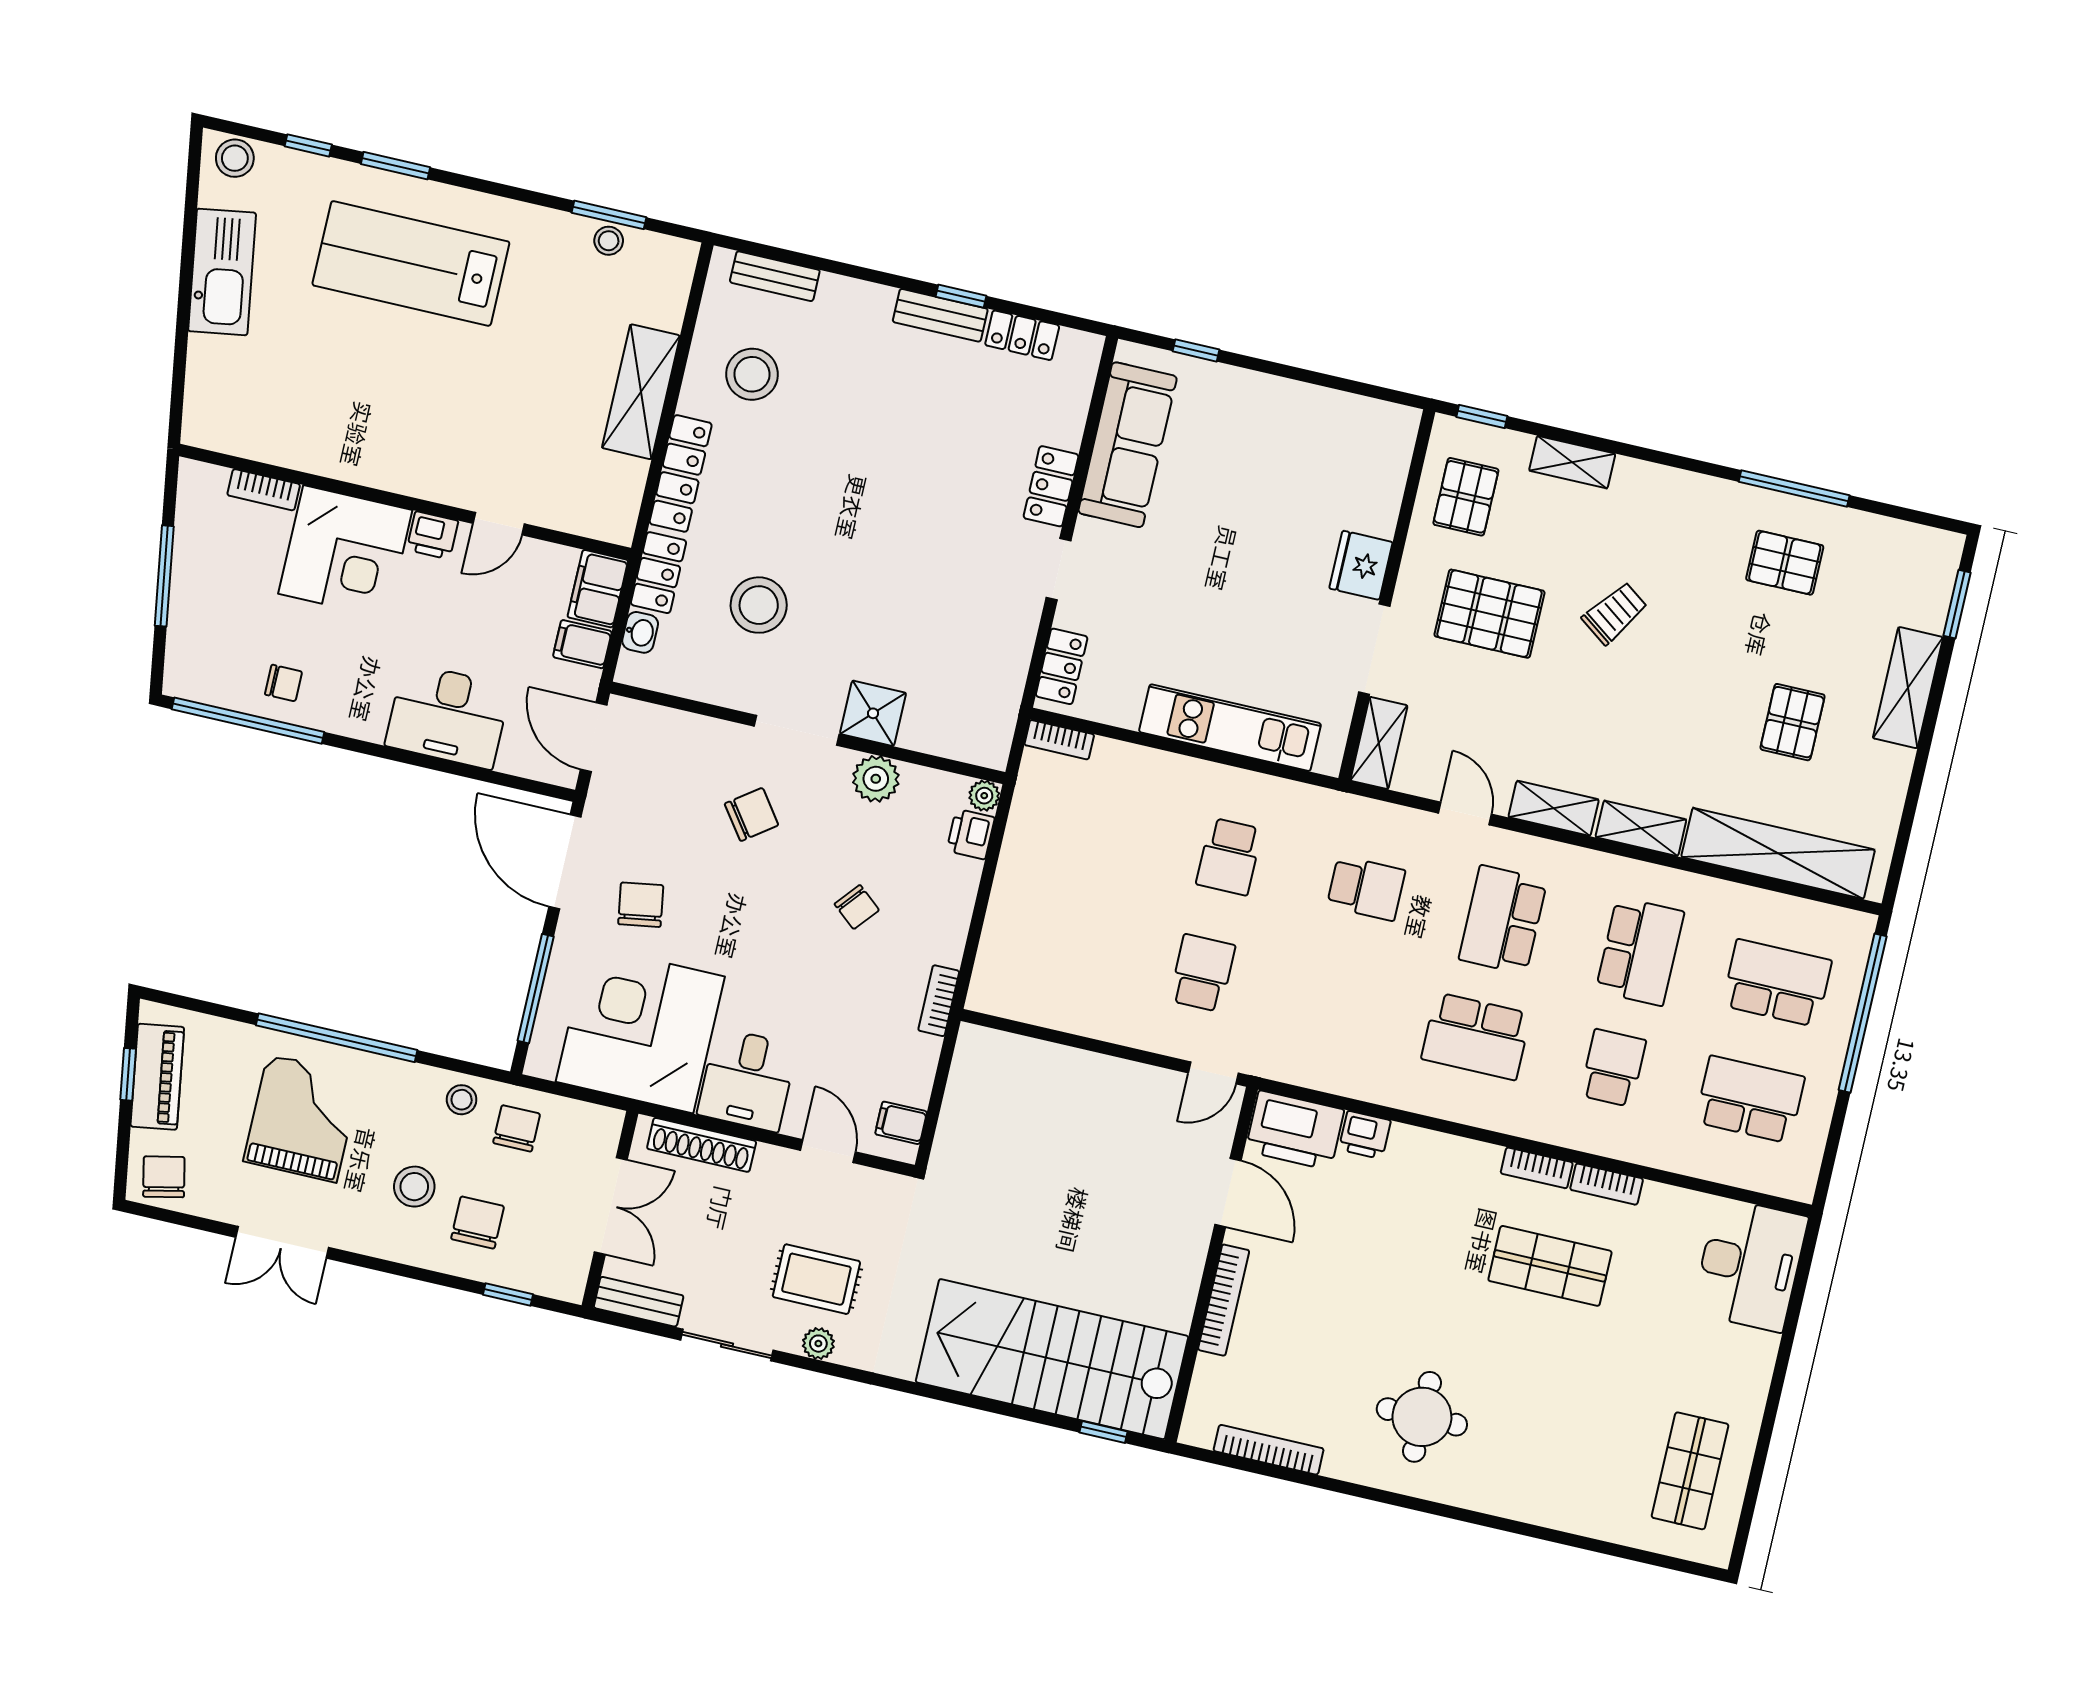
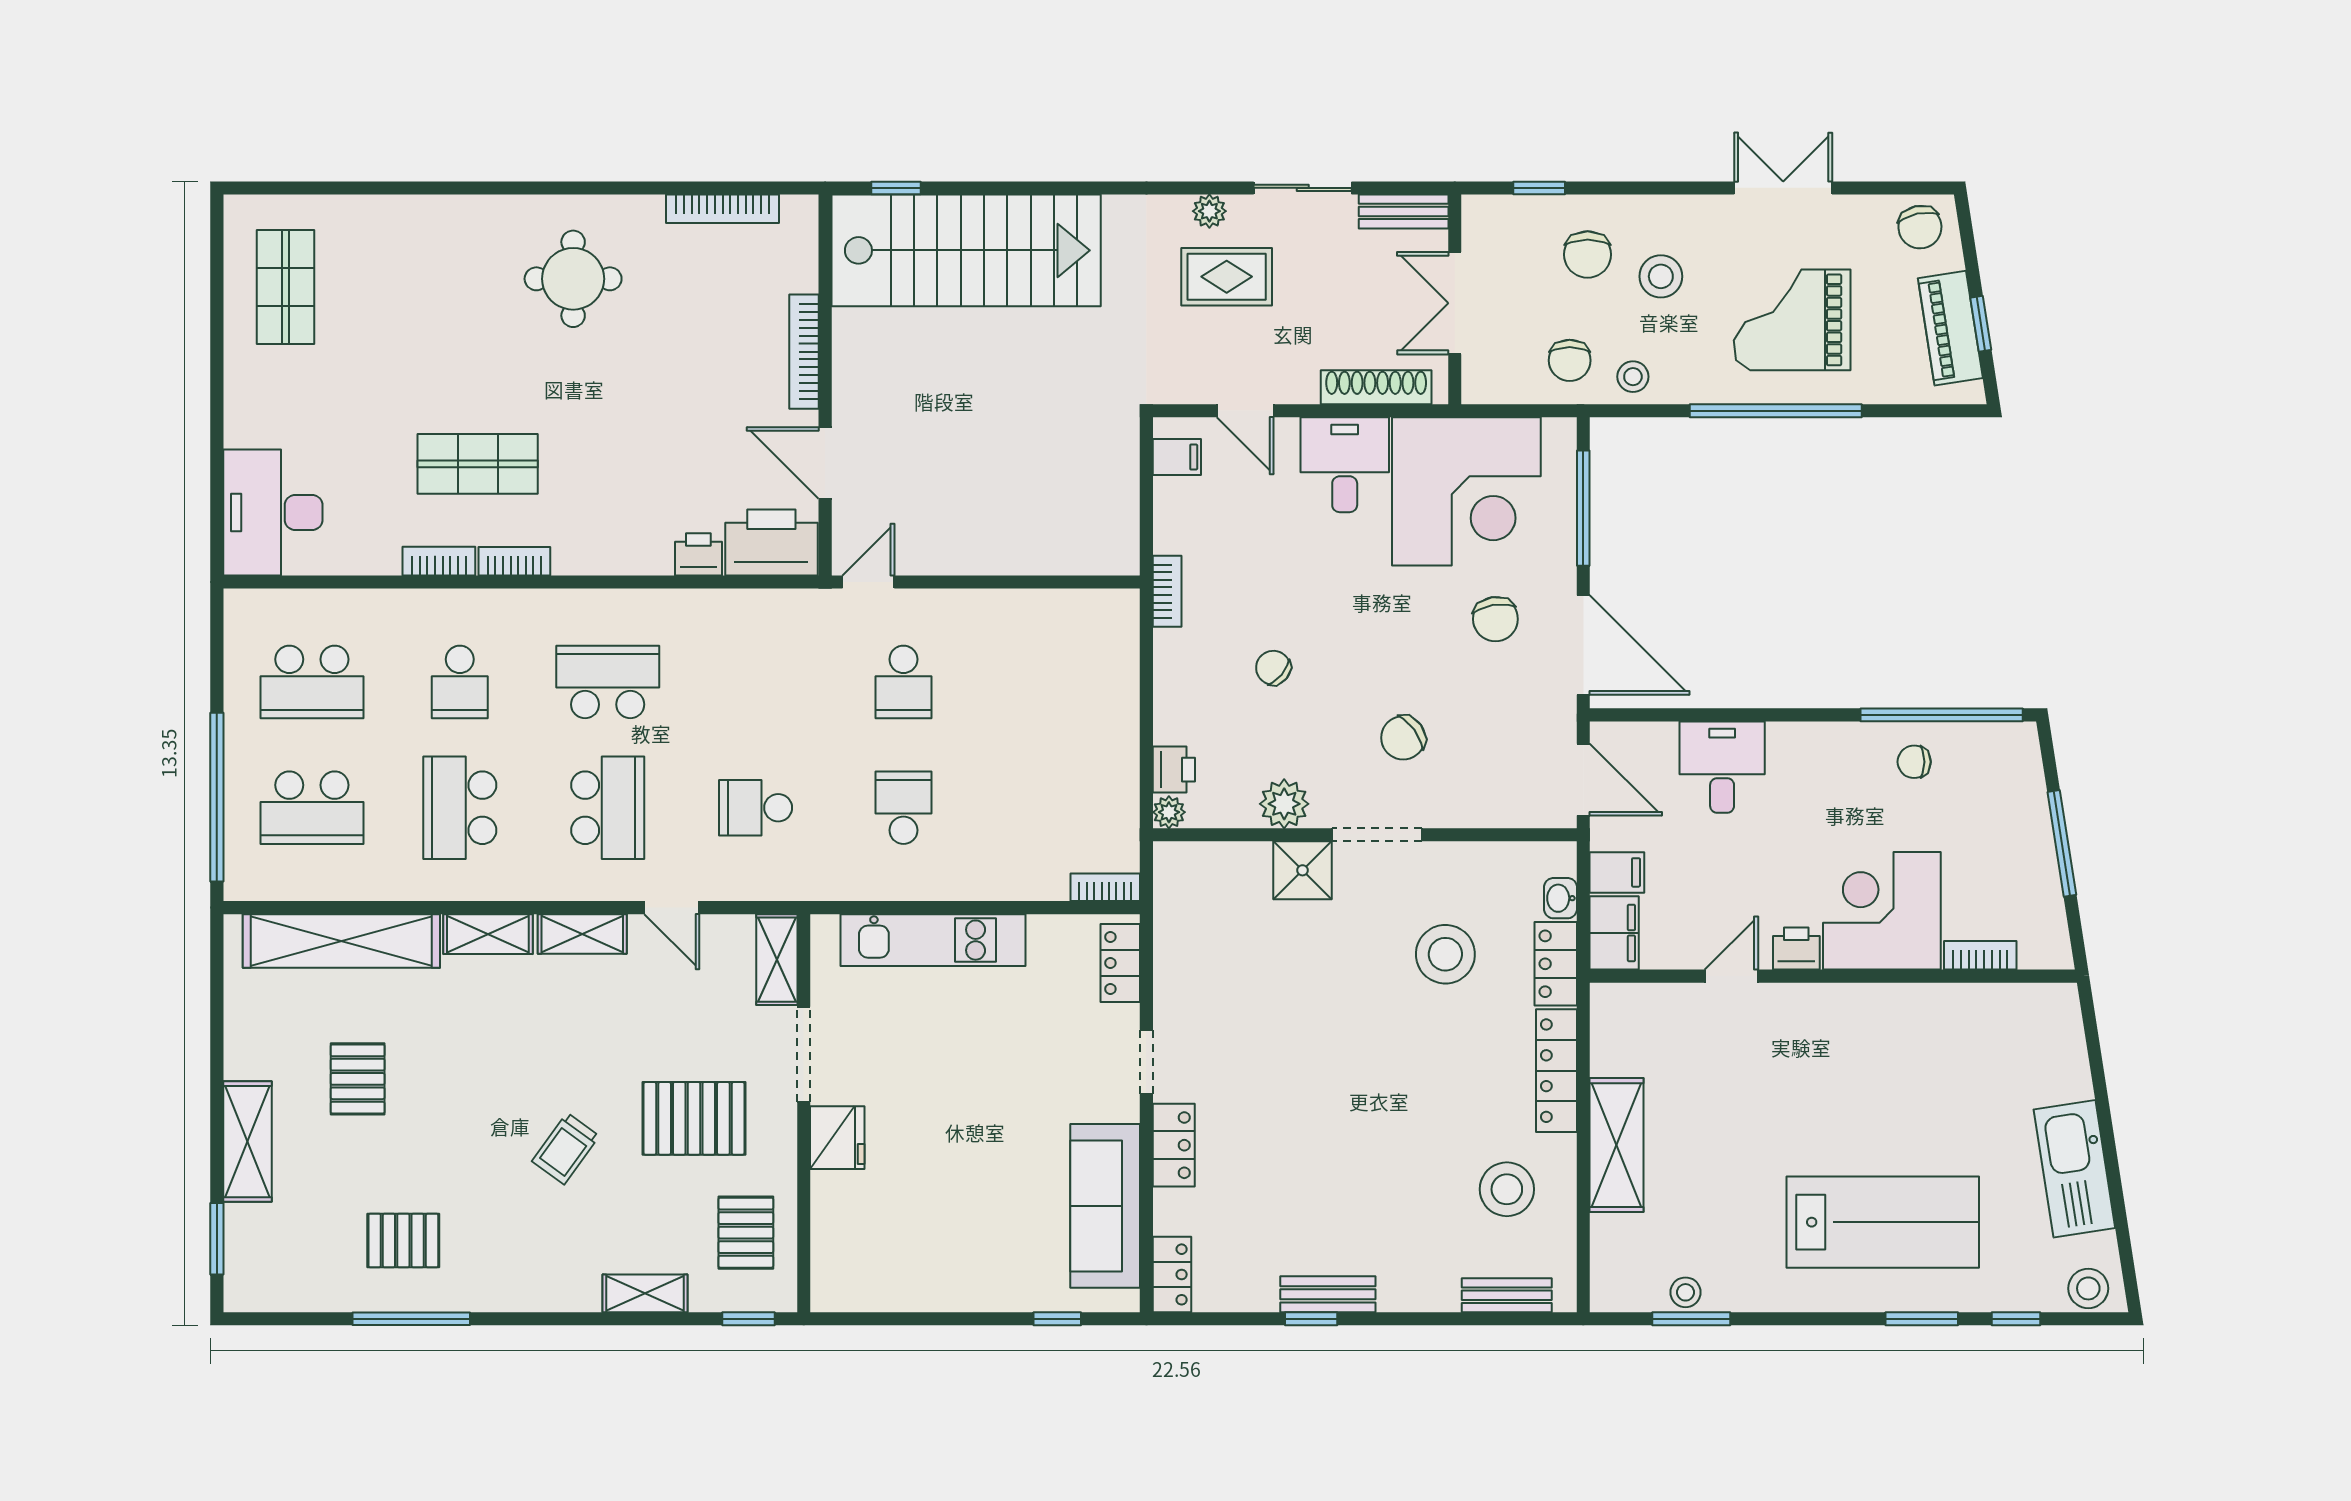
locker: (1022, 335) -> (1172, 1274), moved, turned 90
desk: (448, 716) -> (1722, 767), width x0.73
grand piano: (302, 1118) -> (1792, 320), turned 90

